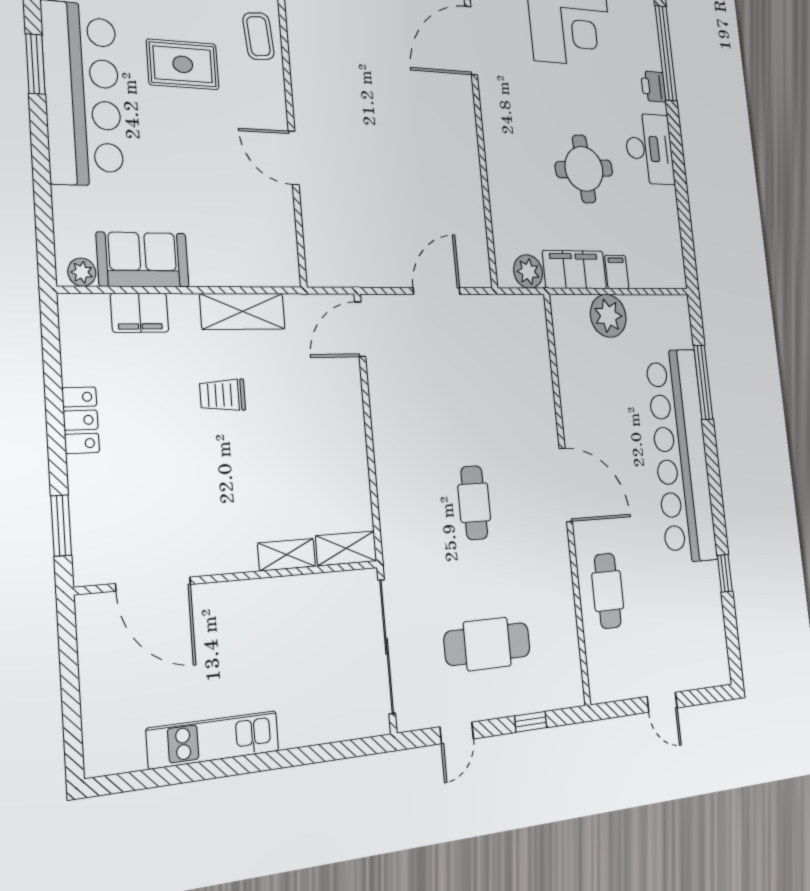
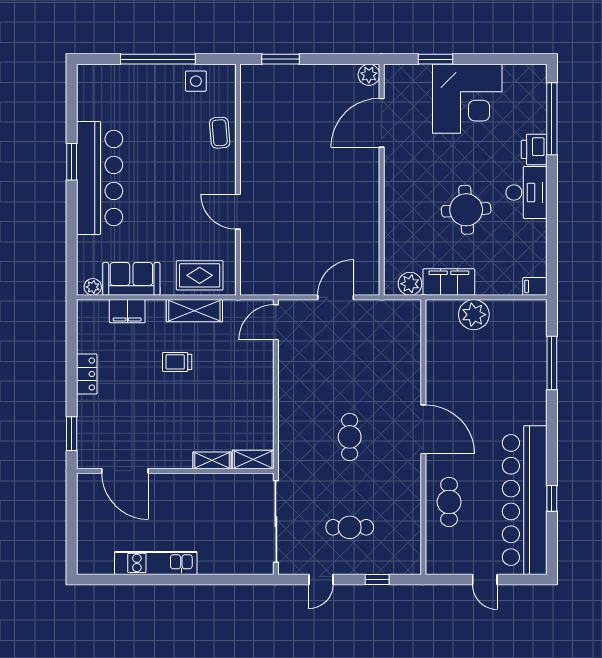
rug: (183, 64) -> (200, 275), moved
printer: (653, 87) -> (534, 149), width x1.36, depth x1.24
filing cabinet: (617, 272) -> (535, 286), moved, turned -90
bar counter: (681, 455) -> (525, 500), moved
cafe table: (487, 644) -> (350, 527), width x0.73, depth x0.74

